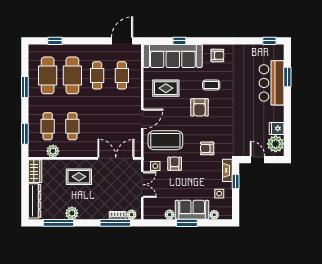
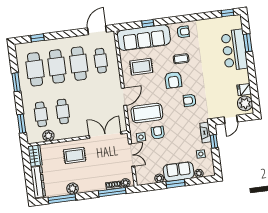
cafe table: (97, 75) -> (79, 64), width x1.37, depth x1.35
armchair: (207, 148) -> (190, 100), moved
door: (257, 160) -> (231, 119), swing flipped

